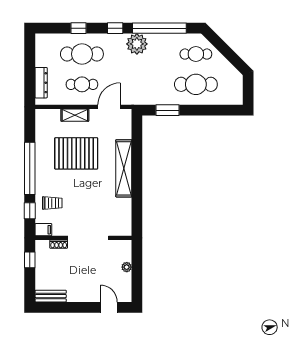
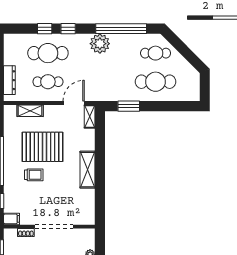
window: (115, 28) -> (68, 29), moved
shelving: (75, 115) -> (30, 111), moved
shelving: (126, 121) -> (90, 117), added
shelving: (124, 168) -> (87, 170), width x0.68
trolley: (52, 203) -> (34, 175), moved

